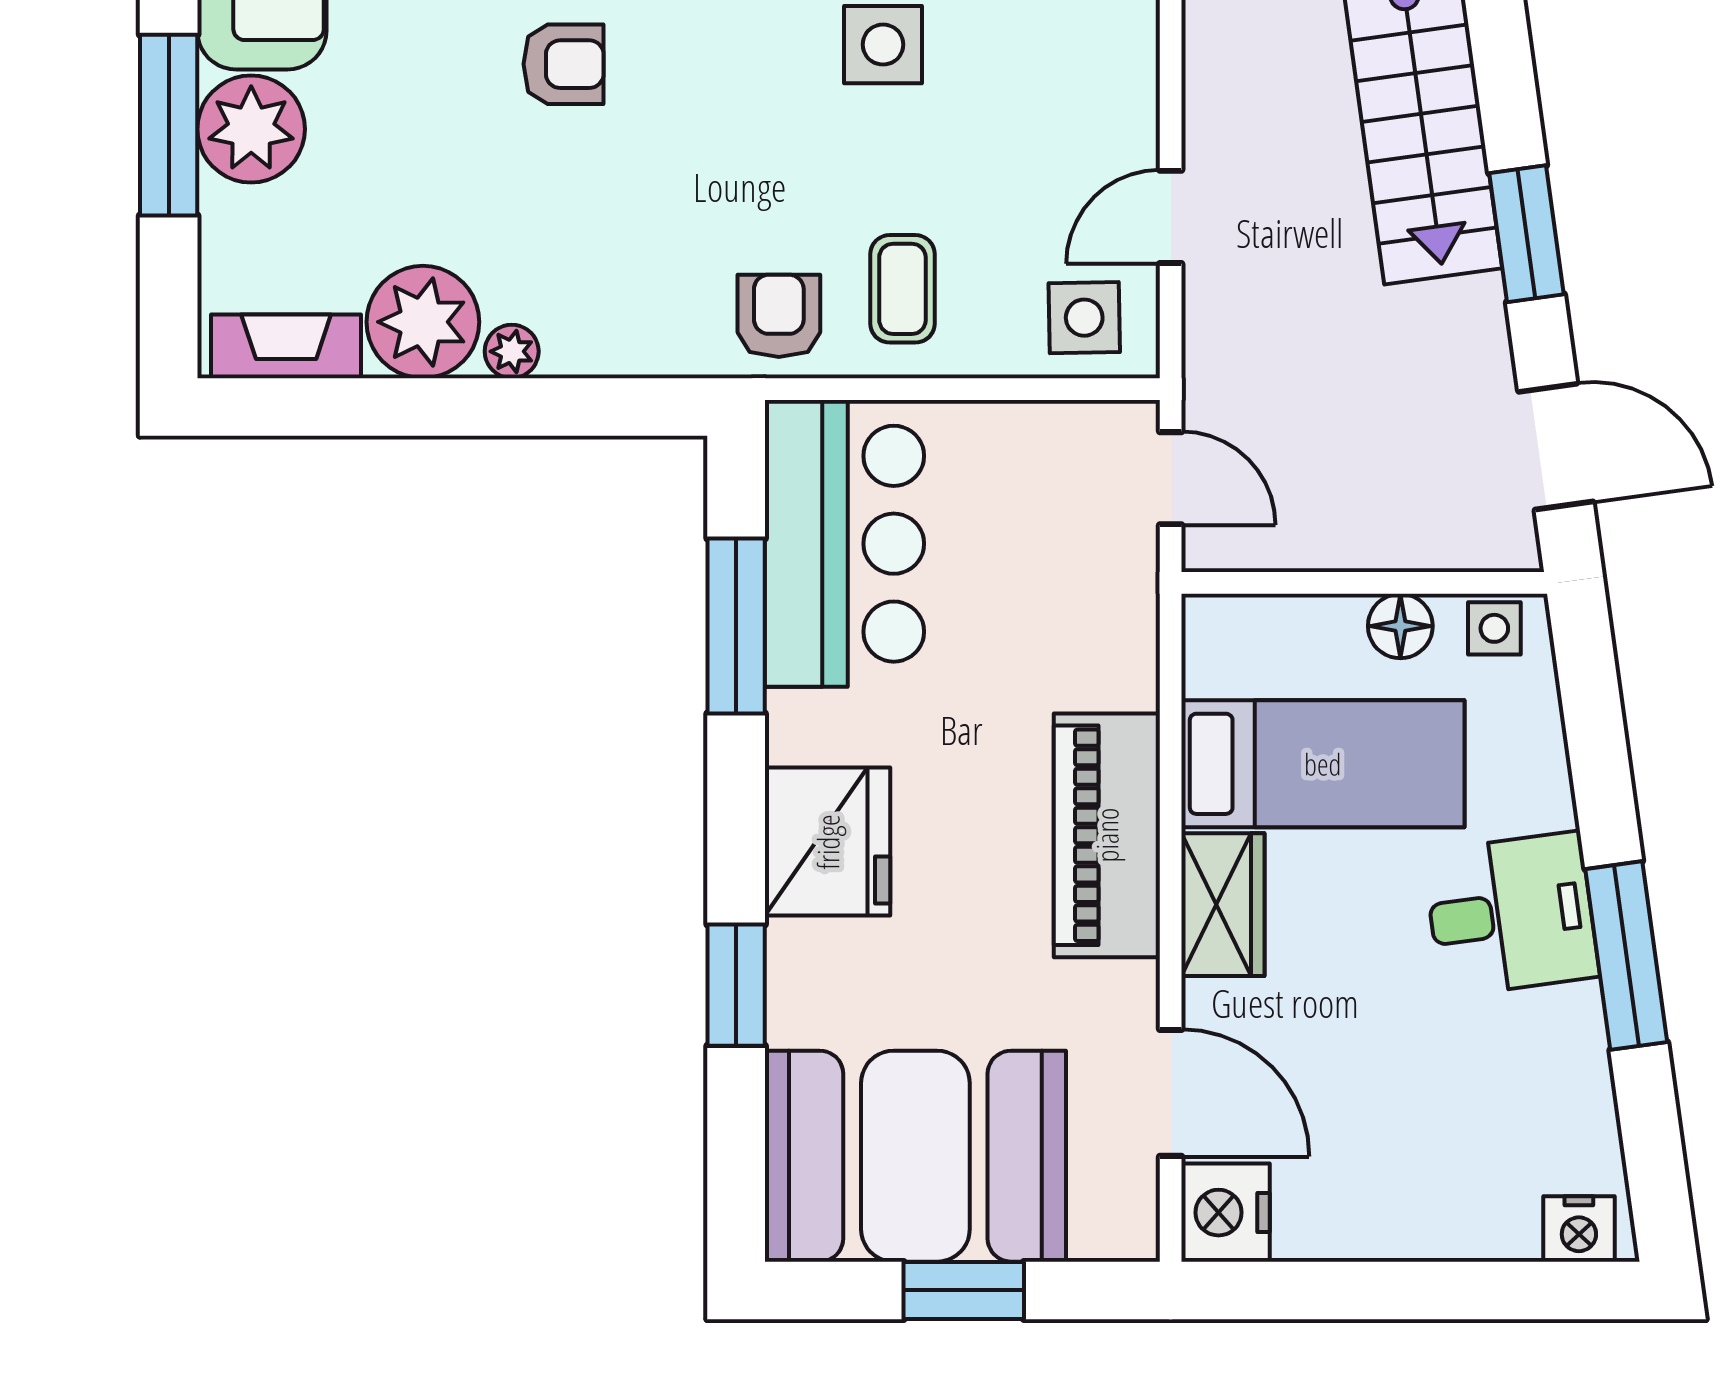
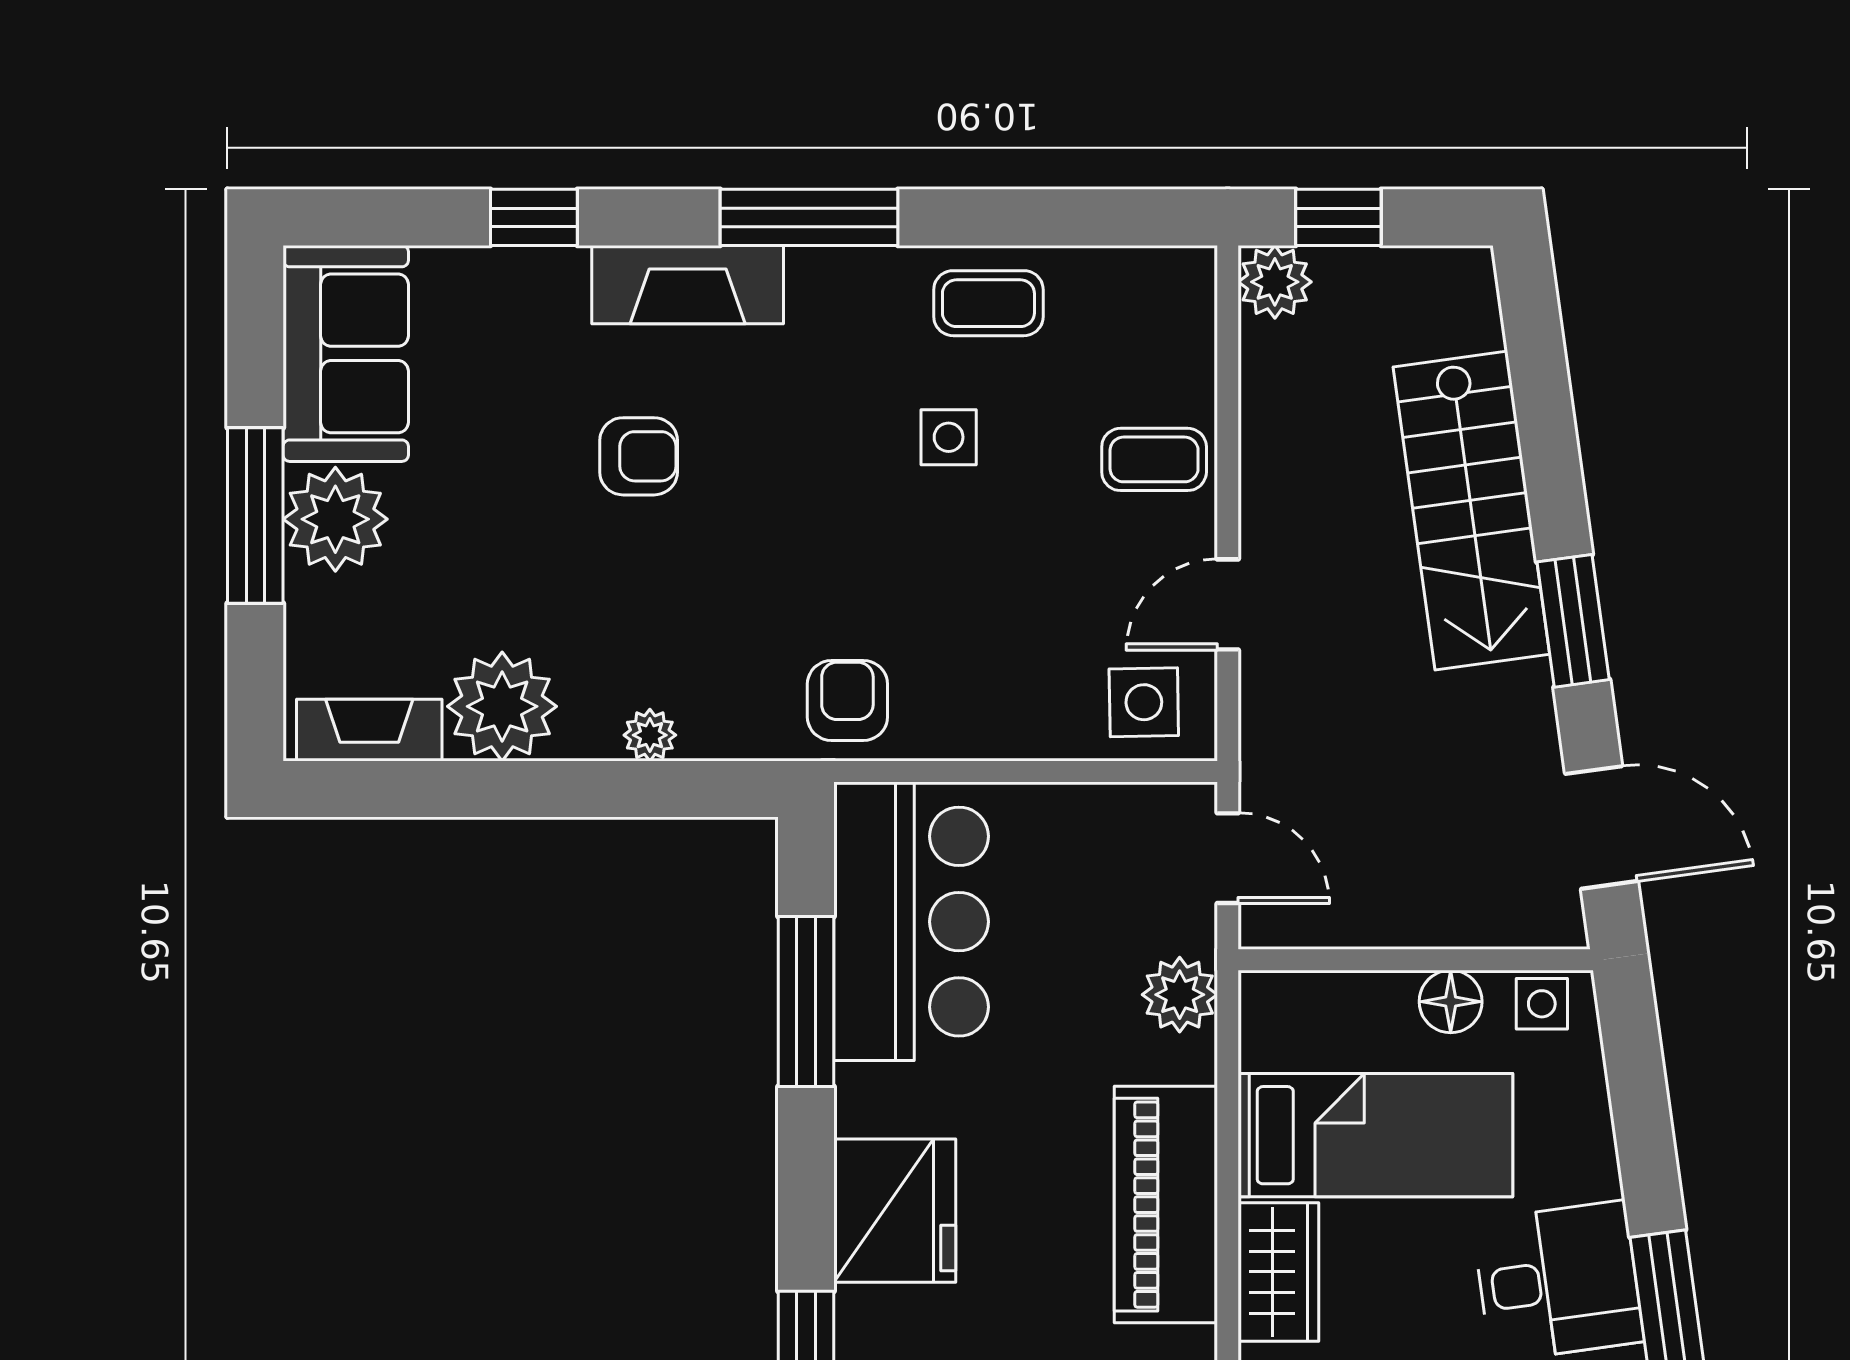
side table: (883, 45) -> (949, 437), width x0.73, depth x0.73
coffee table: (902, 289) -> (1154, 459), moved, turned 90
plant: (512, 351) -> (650, 735), moved
plant: (1121, 619) -> (1180, 995), added

